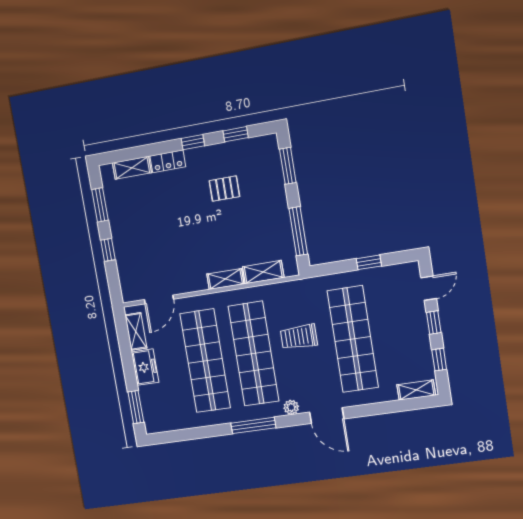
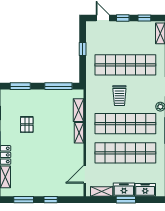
door: (159, 299) -> (85, 174), swing flipped
freezer: (151, 402) -> (145, 190), added
window: (136, 407) -> (126, 200), moved

